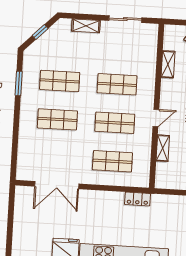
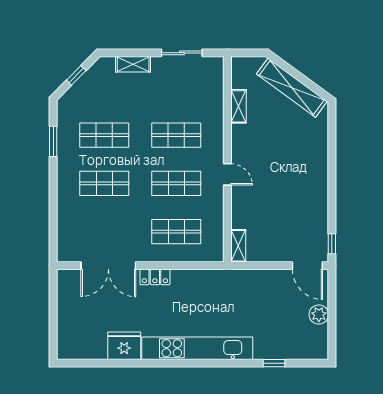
door: (156, 118) -> (227, 174), hinge flipped
shelving: (163, 148) -> (238, 246), moved
locker: (137, 199) -> (155, 277), moved

